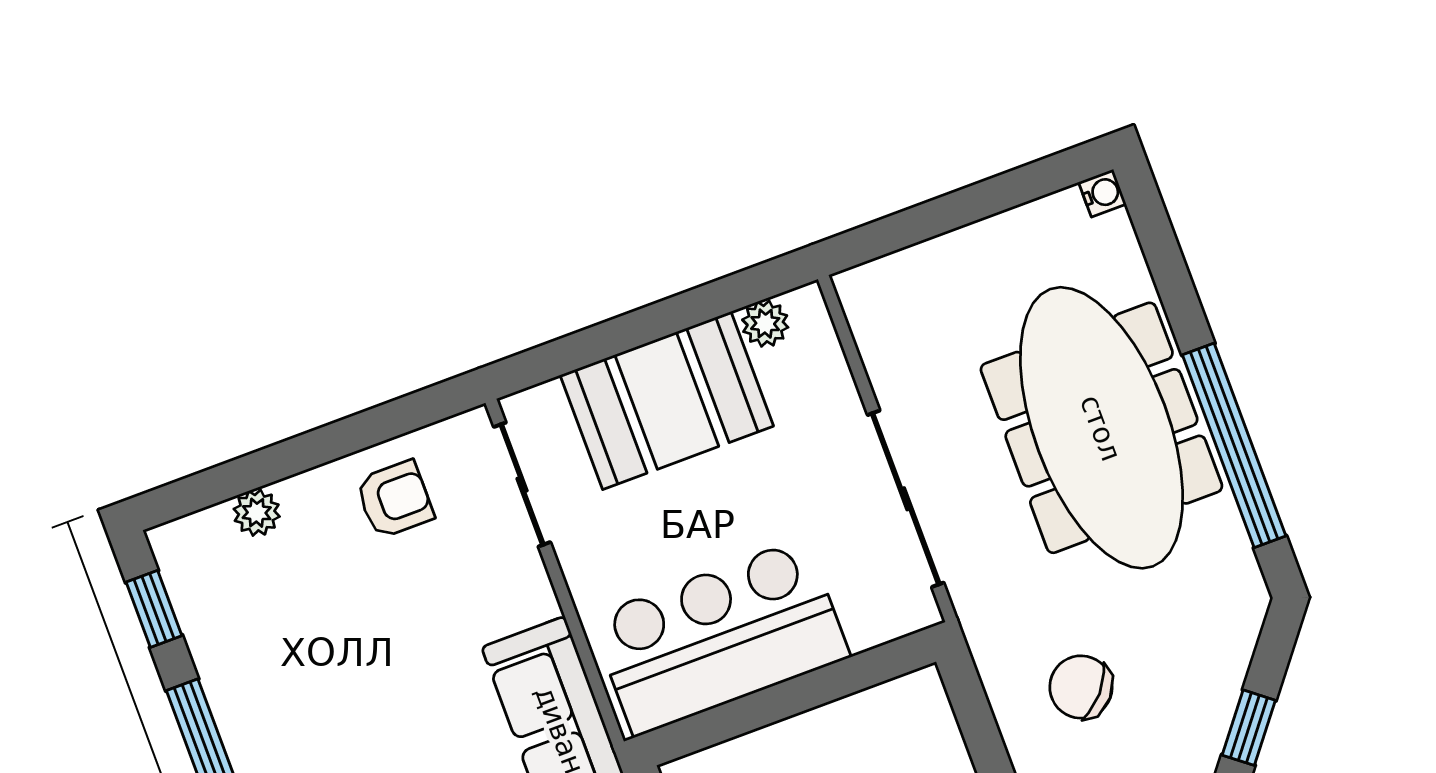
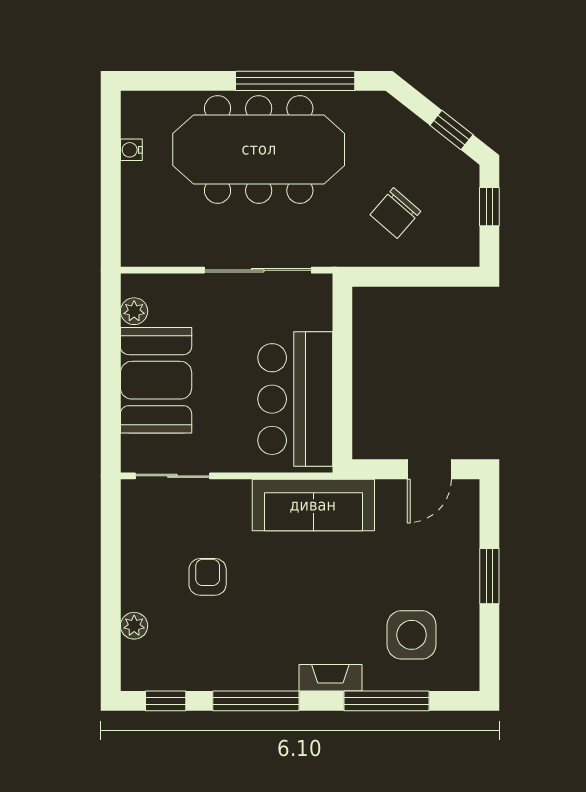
water cooler: (1102, 193) -> (131, 150), moved, turned -90
armchair: (395, 499) -> (208, 577), moved

